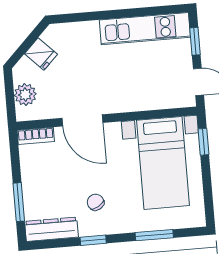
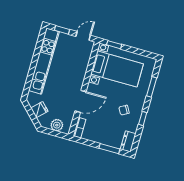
kitchen unit: (145, 29) -> (44, 61), width x1.36
dresser: (51, 229) -> (128, 141), width x0.70

